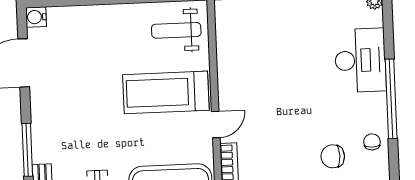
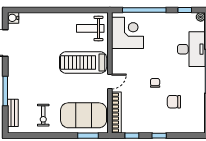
corner desk: (244, 36) -> (128, 33), added
chair: (372, 142) -> (155, 83), moved

